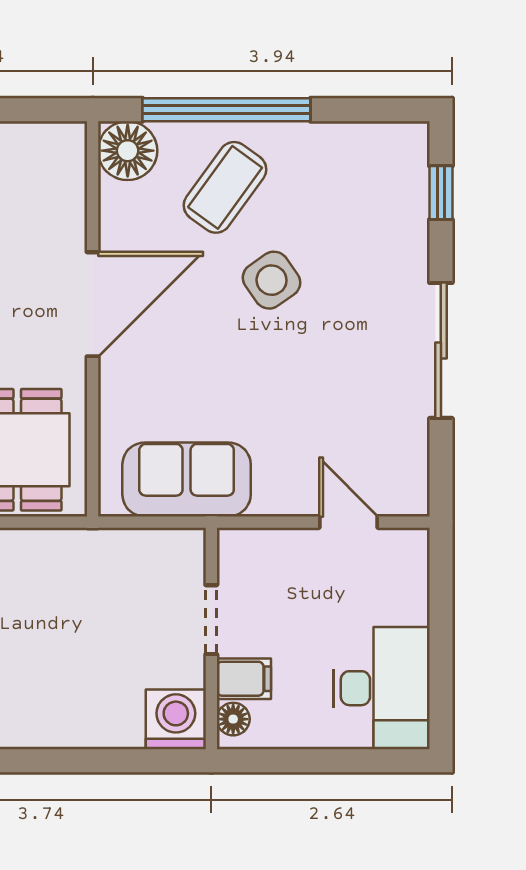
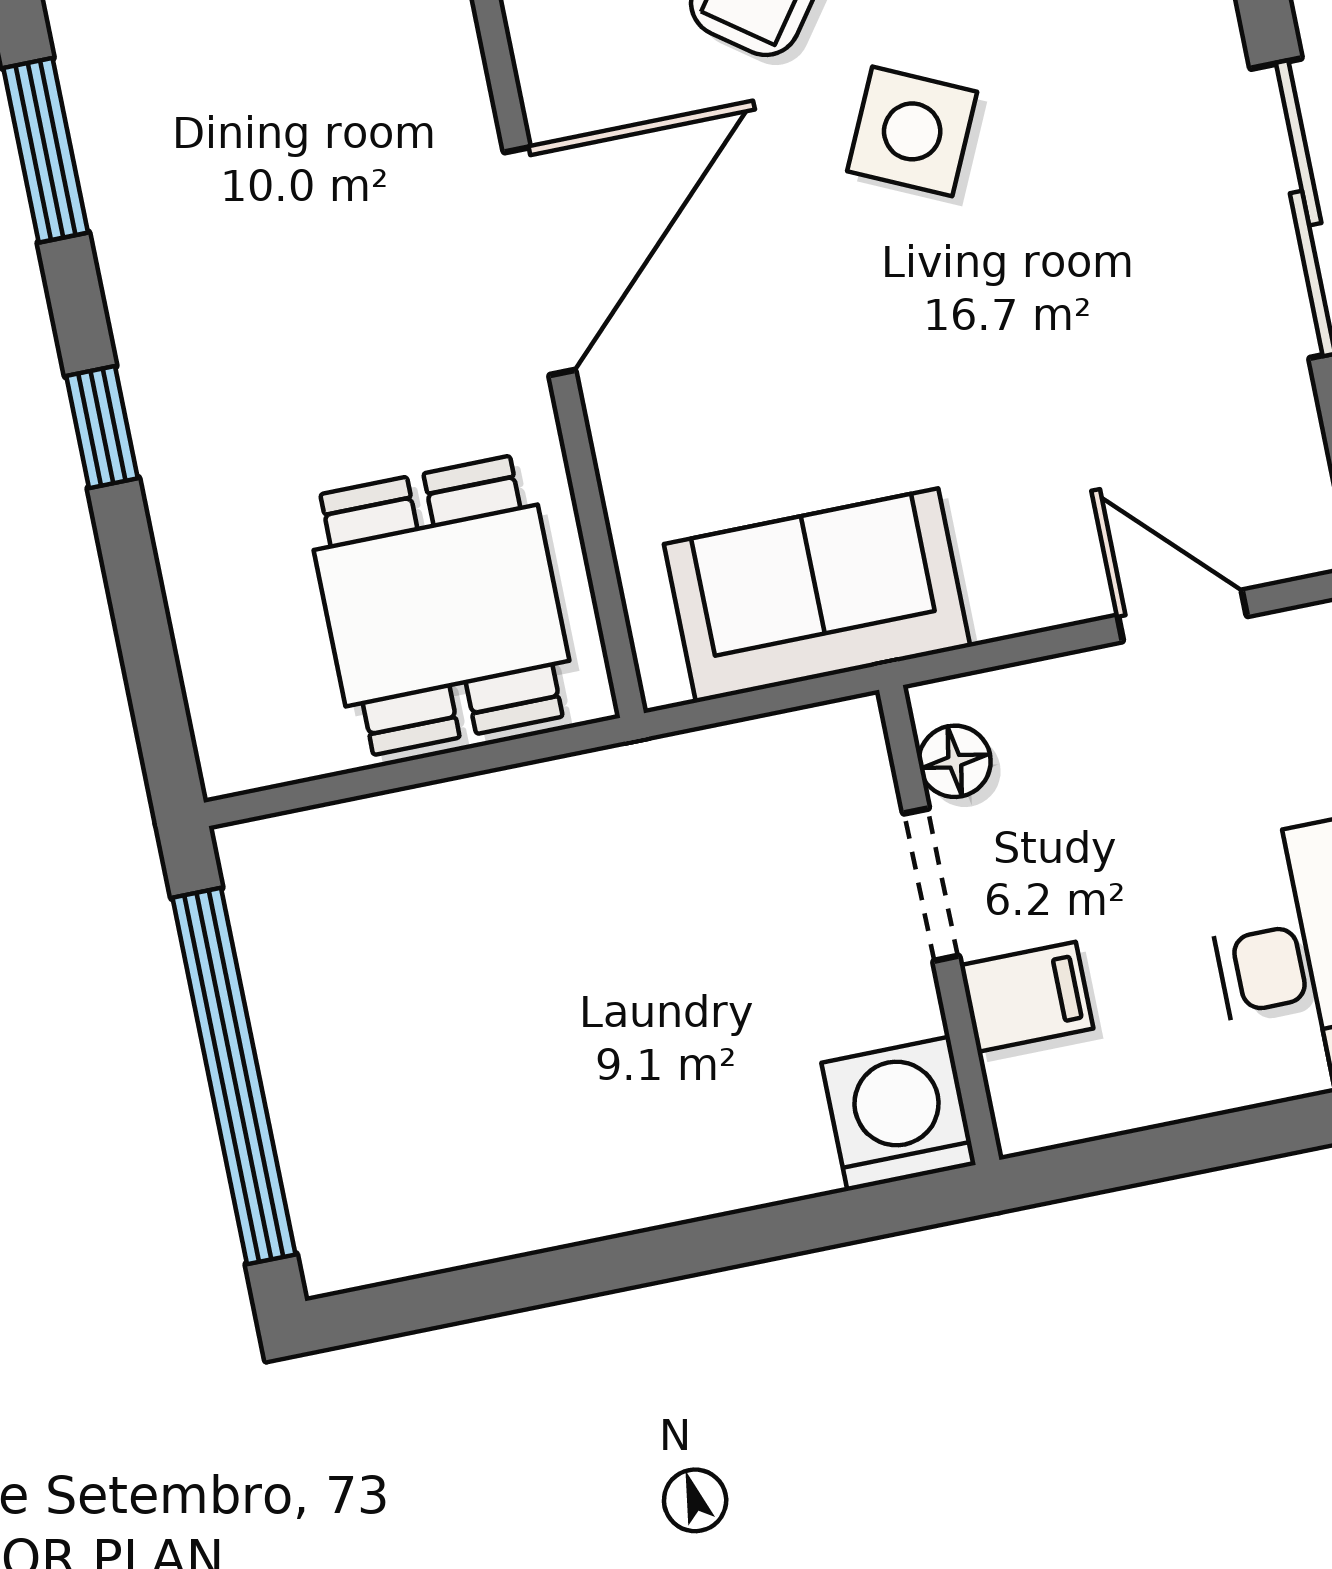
side table: (272, 280) -> (912, 131), turned -30
floor lamp: (233, 719) -> (955, 761), moved

